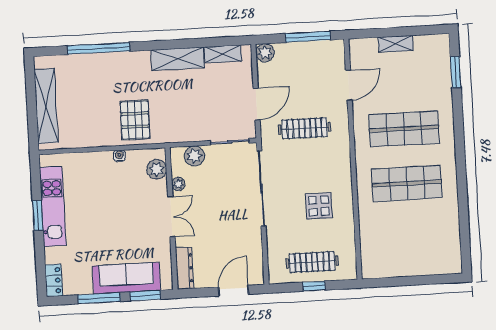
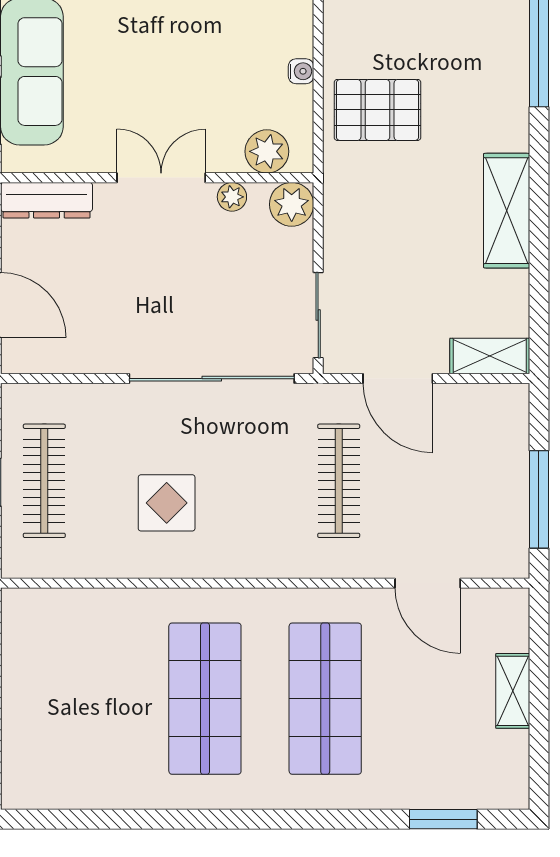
plant: (265, 53) -> (509, 403), removed
shelving: (223, 54) -> (490, 356), moved, turned 90
plant: (194, 156) -> (292, 204), moved
double door: (171, 217) -> (161, 178), swing flipped

